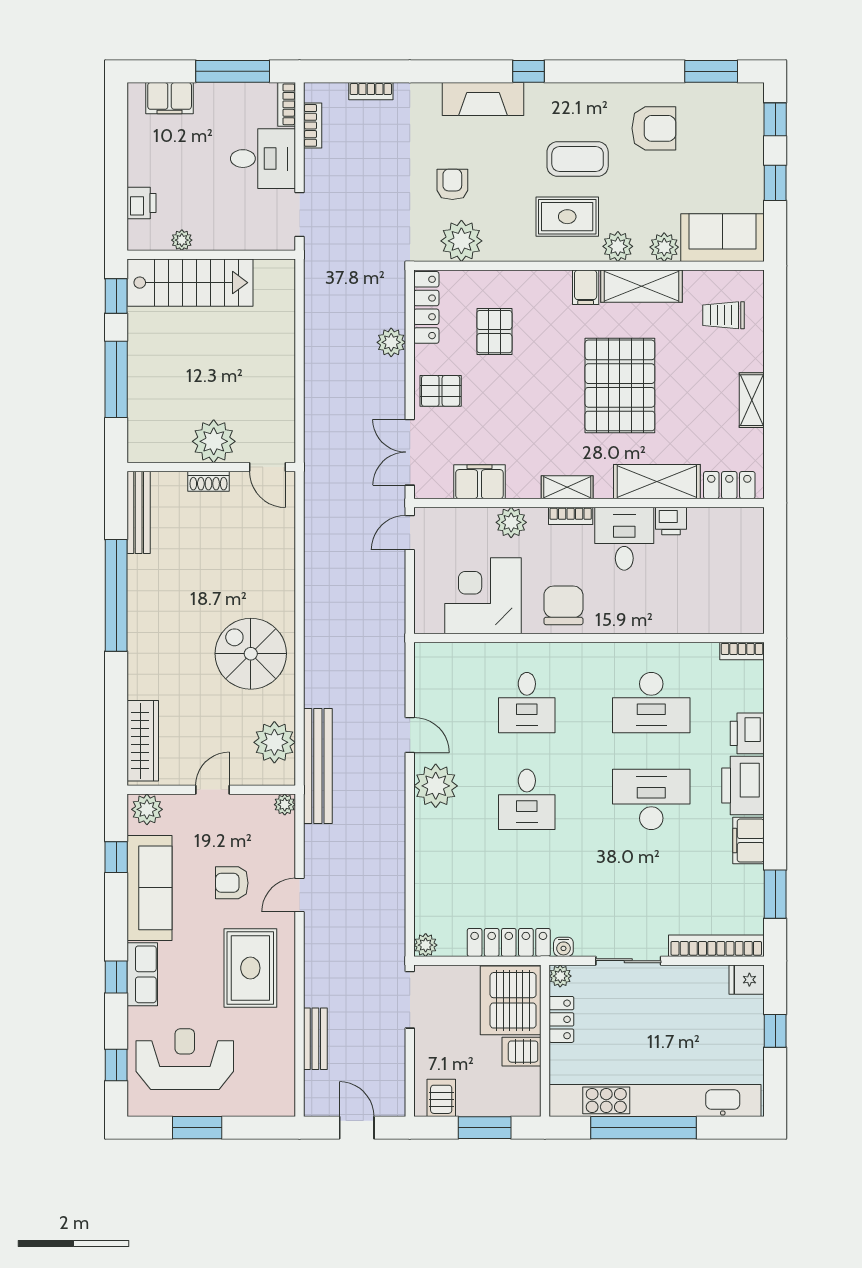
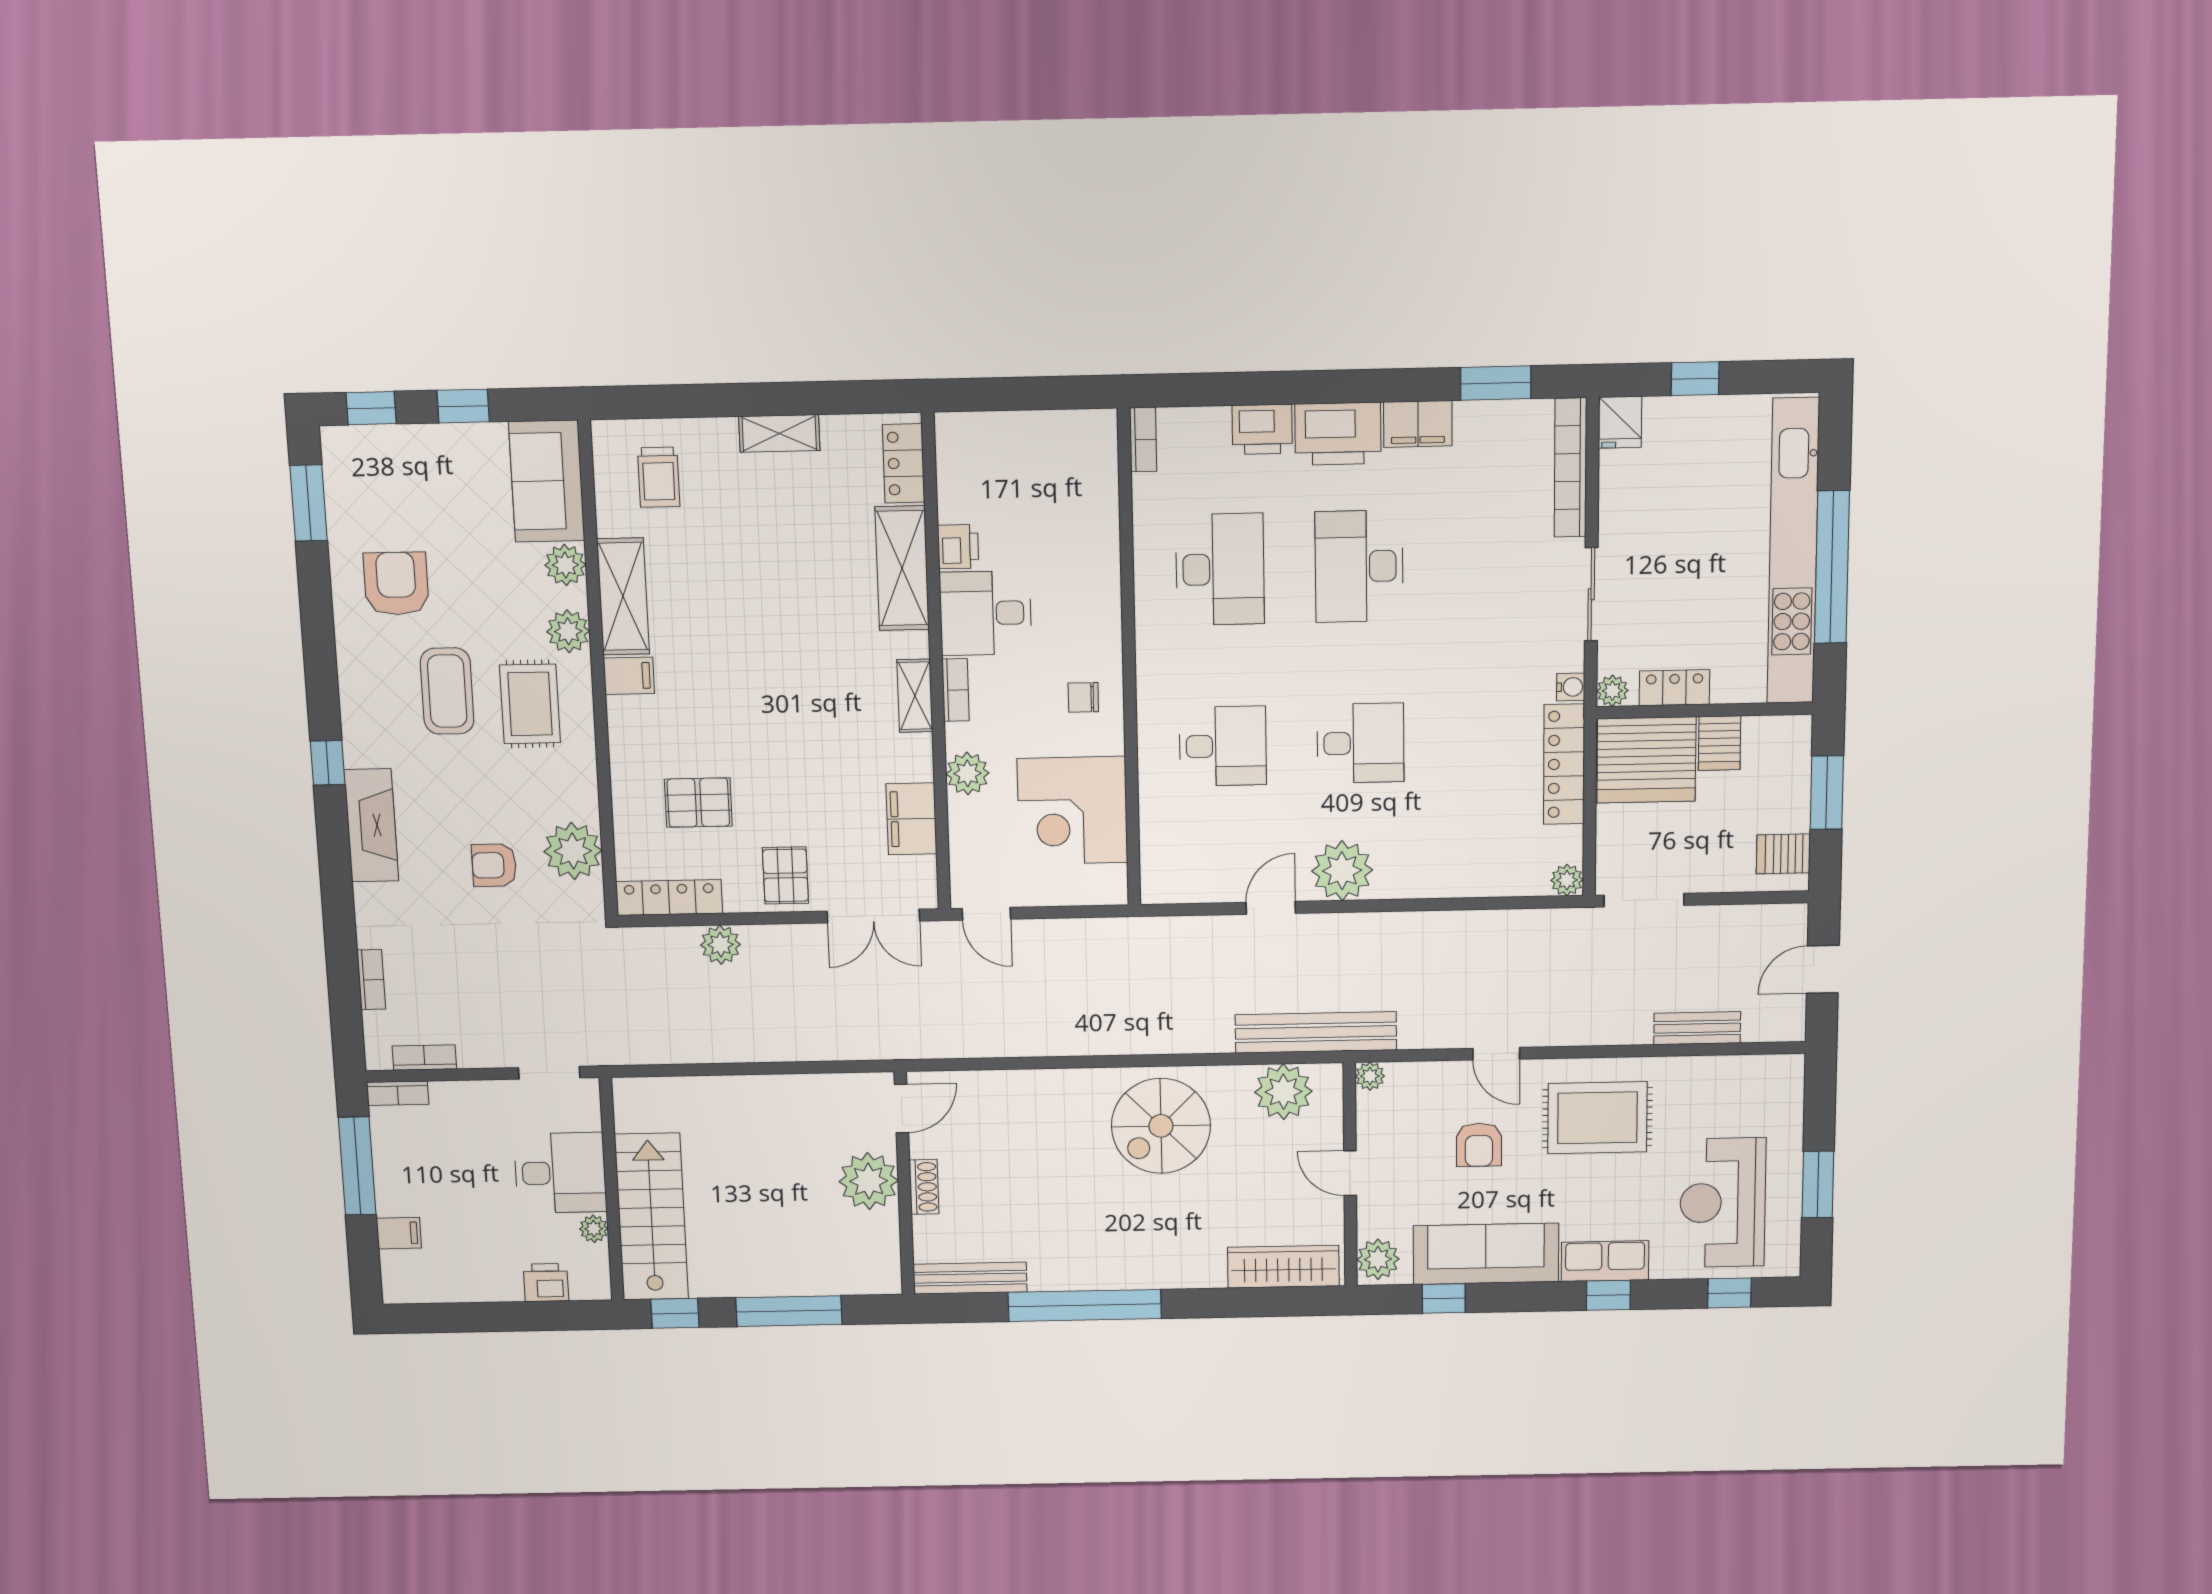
filing cabinet: (170, 98) -> (399, 1233), width x0.50
desk: (263, 159) -> (560, 1173), moved, turned 90
pallet: (620, 385) -> (767, 624), removed
chair: (563, 605) -> (1083, 697), width x0.54, depth x0.54

